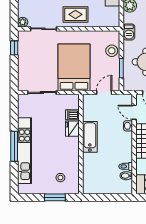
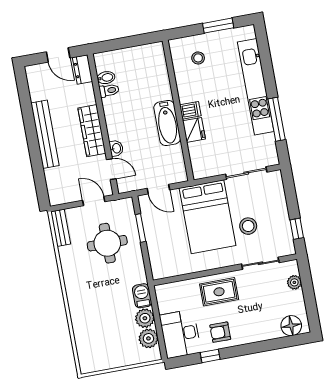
plant: (23, 22) -> (294, 282), moved
barbecue: (129, 32) -> (142, 296), moved
stool: (112, 51) -> (248, 226), moved
door: (104, 92) -> (158, 189), hinge flipped
dishwasher: (72, 115) -> (190, 110), moved
window: (14, 146) -> (277, 119), moved
window: (55, 197) -> (218, 26), moved

